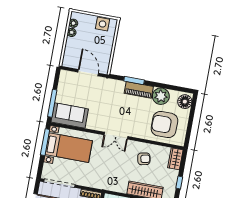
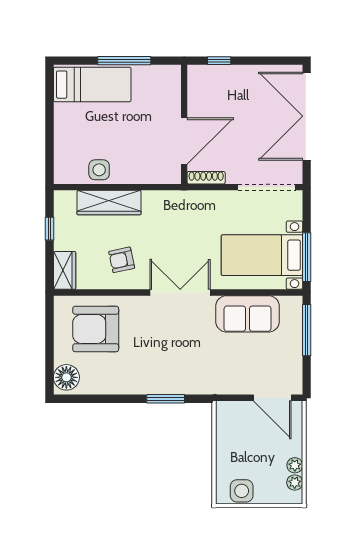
door: (88, 73) -> (272, 398), moved
piano: (139, 90) -> (154, 383), removed
plant: (161, 96) -> (112, 379), removed
sofa: (70, 115) -> (248, 314), moved
armchair: (164, 125) -> (96, 329), turned 180
double door: (116, 136) -> (180, 292), width x1.37

